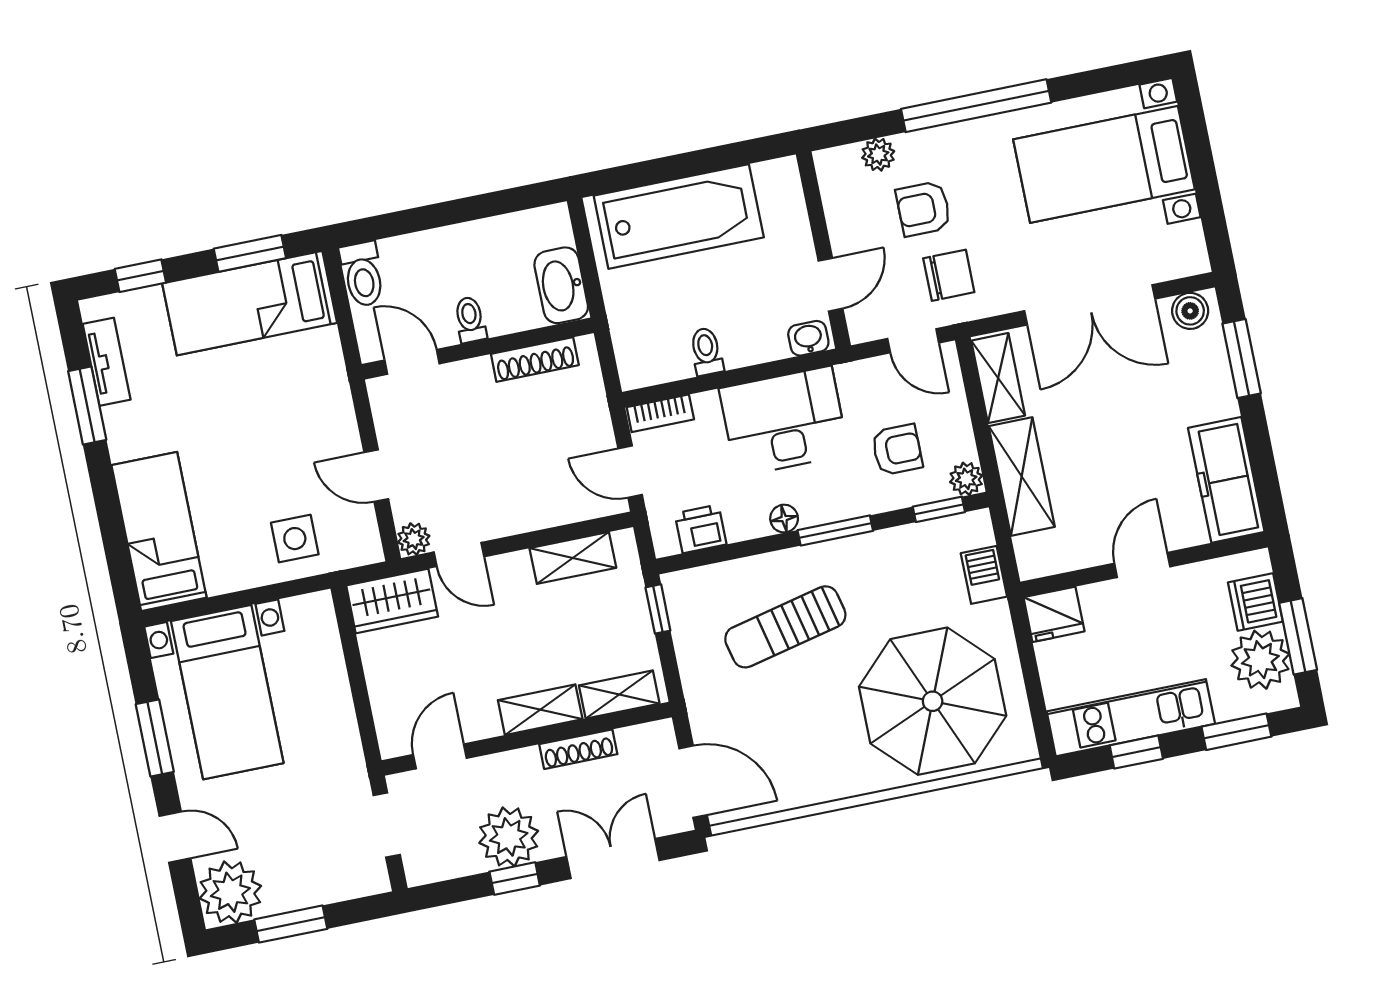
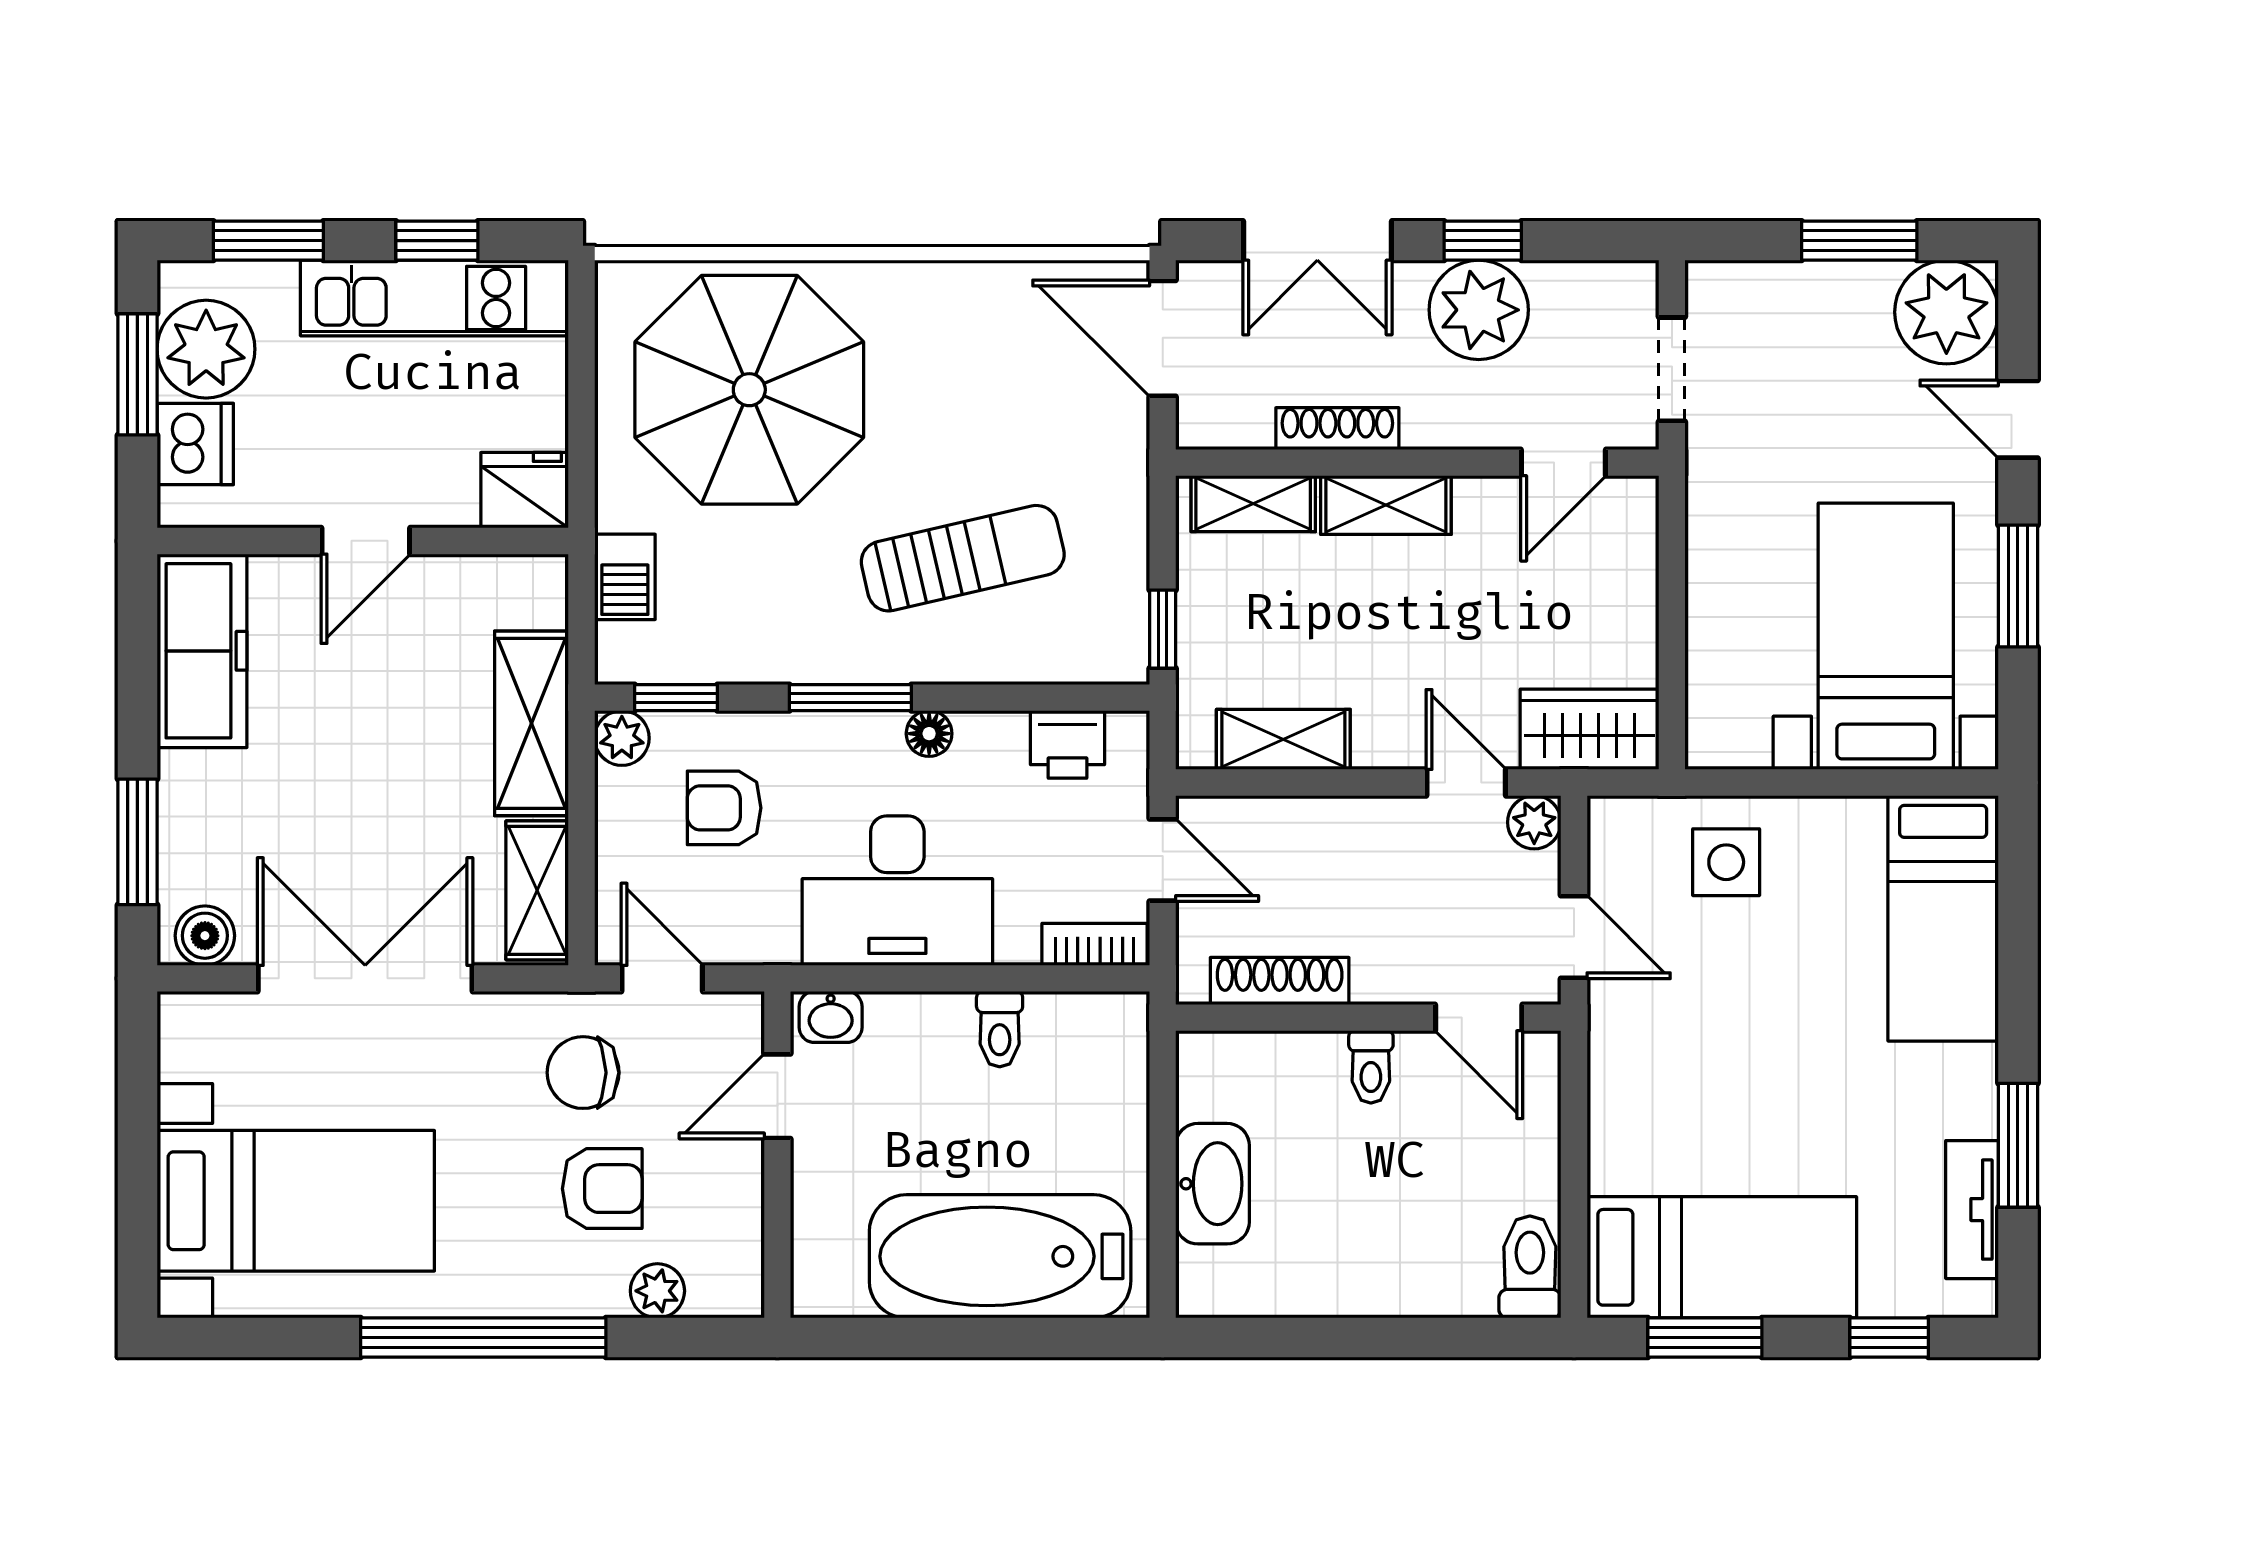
toilet: (470, 320) -> (1371, 1067), moved
wall: (478, 349) -> (1368, 1018), moved
shoe rack: (535, 360) -> (1280, 981), moved
door: (412, 362) -> (1479, 1018), moved

